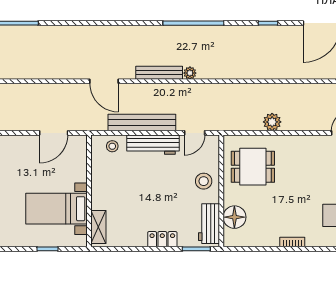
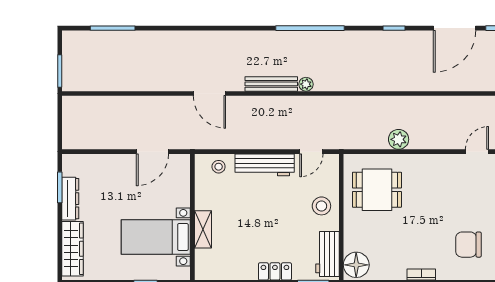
bench: (142, 122) -> (252, 140), removed
floor lamp: (234, 217) -> (356, 265), moved
shelving: (98, 227) -> (203, 229), moved

